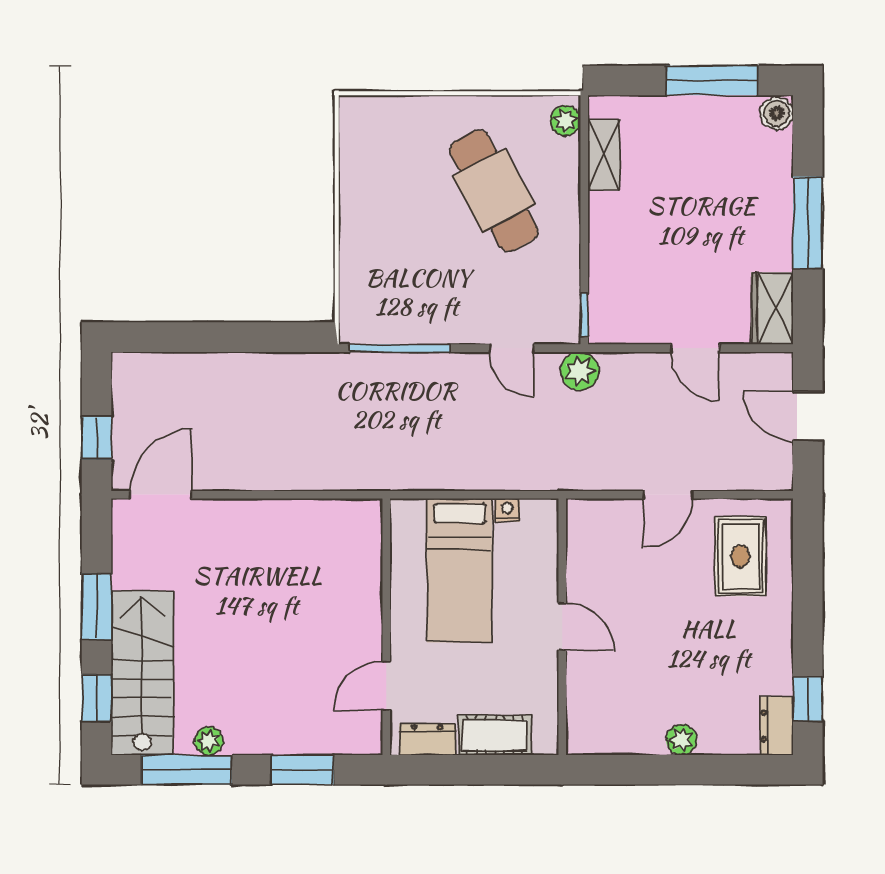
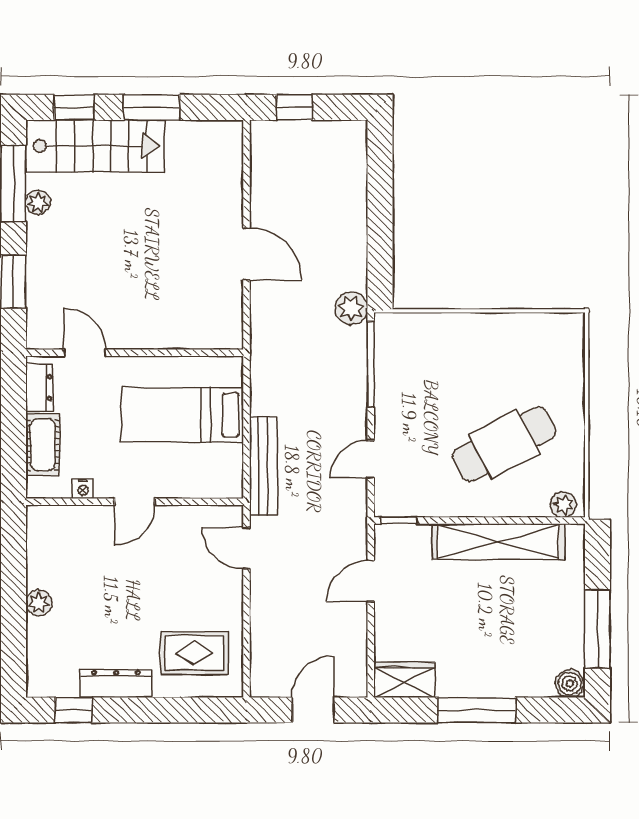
shelving: (604, 155) -> (498, 542), width x2.20, depth x1.33
door: (695, 348) -> (371, 581), moved
plant: (580, 371) -> (351, 308), moved
bench: (520, 475) -> (263, 466), added
door: (161, 495) -> (246, 254), moved
door: (668, 495) -> (246, 548), moved
nightstand: (507, 510) -> (83, 489), moved, turned 90
dresser: (777, 726) -> (116, 684), moved, width x1.44

